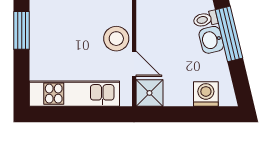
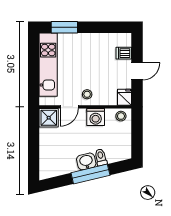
window: (22, 30) -> (64, 27), moved
stool: (116, 39) -> (87, 94), width x0.53, depth x0.53
washing machine: (206, 94) -> (96, 117), moved, turned 90

